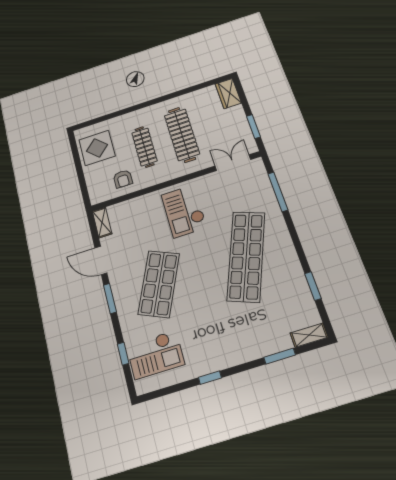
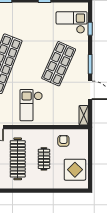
clothes rail: (144, 147) -> (44, 159), width x0.73
checkout: (184, 211) -> (31, 105), turned 180

